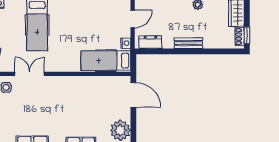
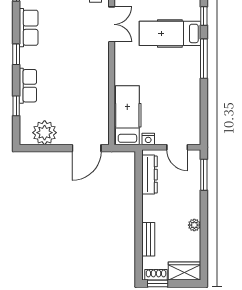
dresser: (150, 42) -> (149, 175), width x1.44
bench: (188, 43) -> (148, 239), moved

